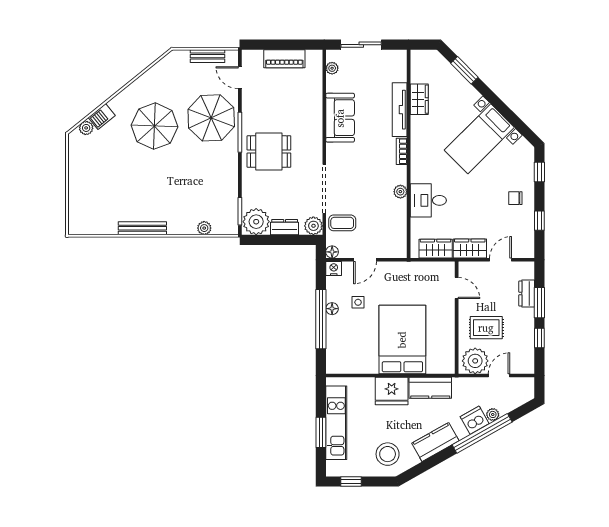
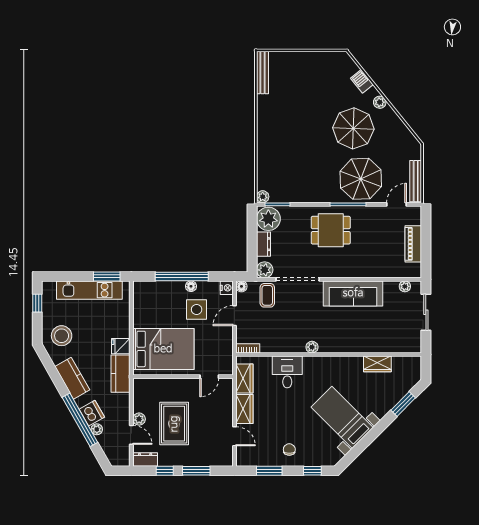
bench: (208, 56) -> (416, 181), width x1.36
tv unit: (400, 110) -> (368, 346), removed
sofa: (340, 118) -> (353, 293), width x1.36
plant: (86, 128) -> (380, 102), moved
bookcase: (402, 151) -> (248, 348), moved
dining table: (269, 152) -> (331, 230), turned 90
plant: (400, 192) -> (312, 347), moved
window: (539, 221) -> (269, 471), width x1.50
bench: (142, 228) -> (263, 72), moved
plant: (204, 228) -> (263, 197), moved
door: (365, 260) -> (234, 316), hinge flipped
door: (457, 288) -> (209, 377), moved
dresser: (527, 293) -> (145, 460), moved
side table: (358, 302) -> (197, 309), width x1.87, depth x1.87
wall: (457, 318) -> (183, 377), moved
rug: (486, 328) -> (174, 424), width x1.36, depth x1.43
plant: (475, 361) -> (139, 419), width x0.53, depth x0.53
fridge: (392, 391) -> (121, 346), width x0.53, depth x0.75
window: (321, 432) -> (107, 276), moved

